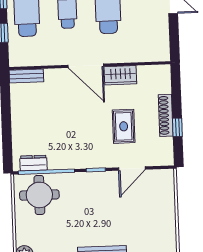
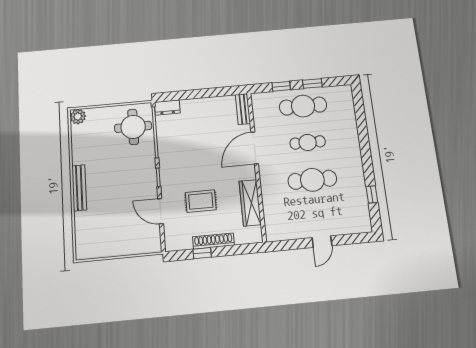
door: (86, 66) -> (255, 148), moved
wardrobe: (120, 75) -> (250, 203), width x1.50
dresser: (33, 163) -> (167, 108), moved, turned 90

